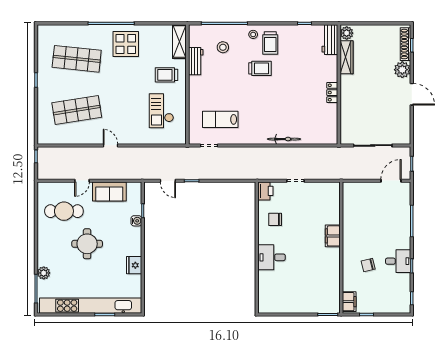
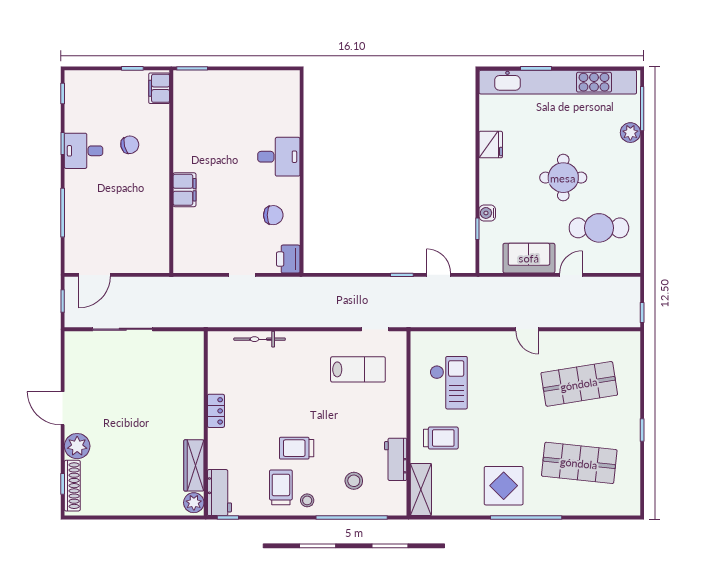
plant: (347, 33) -> (194, 503), moved
workbench: (330, 40) -> (219, 493), moved
wardrobe: (347, 57) -> (194, 465), moved
wall: (339, 84) -> (206, 423), moved
locker: (332, 93) -> (216, 411), moved

